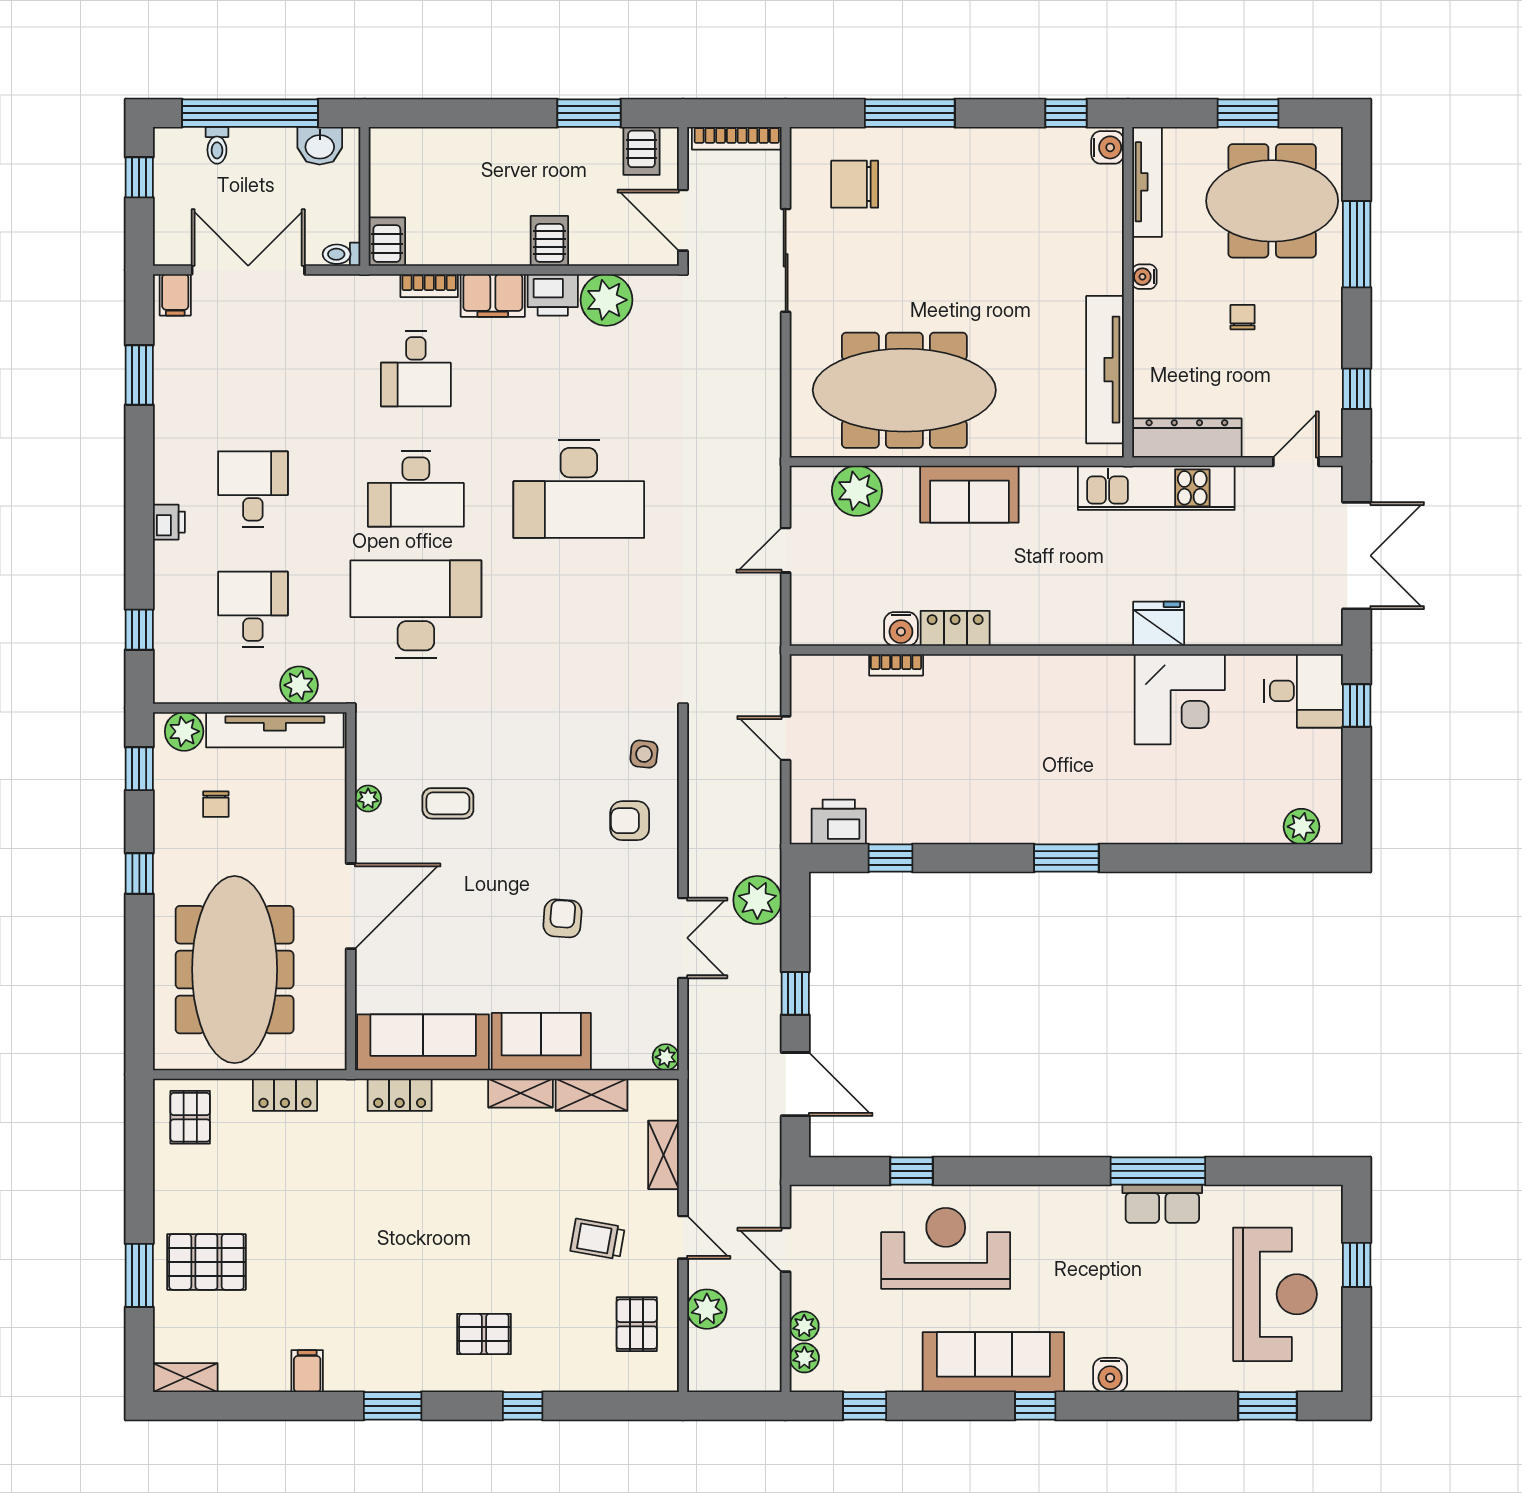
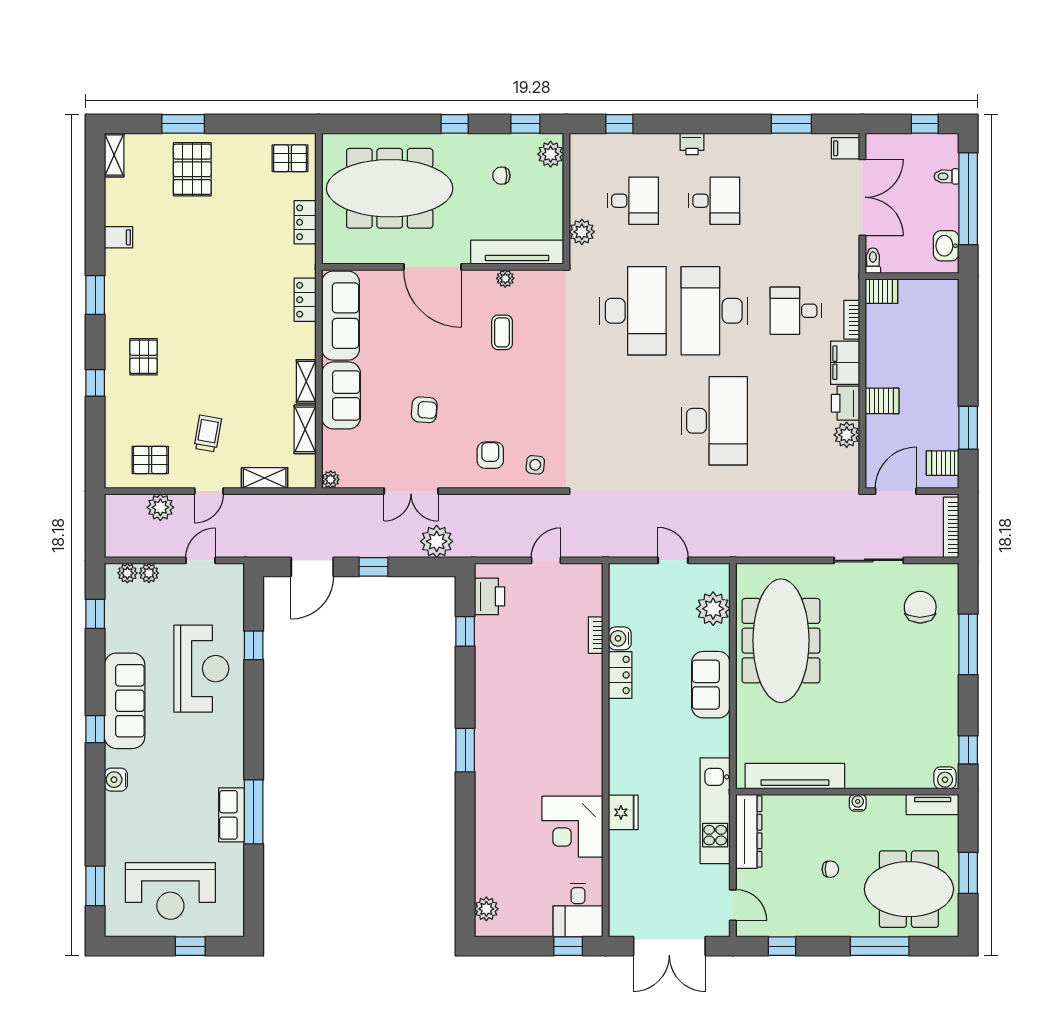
tv unit: (1147, 182) -> (933, 805), width x0.71
meeting table: (1272, 201) -> (909, 889), turned 90
plant: (606, 300) -> (847, 435), width x0.73, depth x0.73
desk: (416, 489) -> (714, 311), width x1.36, depth x1.30
desk: (579, 489) -> (714, 421), turned 180
tv unit: (275, 730) -> (517, 252), moved, turned 90

